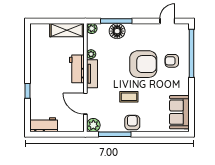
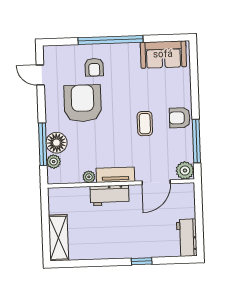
plant: (92, 28) -> (54, 162), moved
shelving: (67, 30) -> (58, 238), moved
window: (191, 53) -> (111, 40), moved
armchair: (143, 64) -> (83, 103), moved

